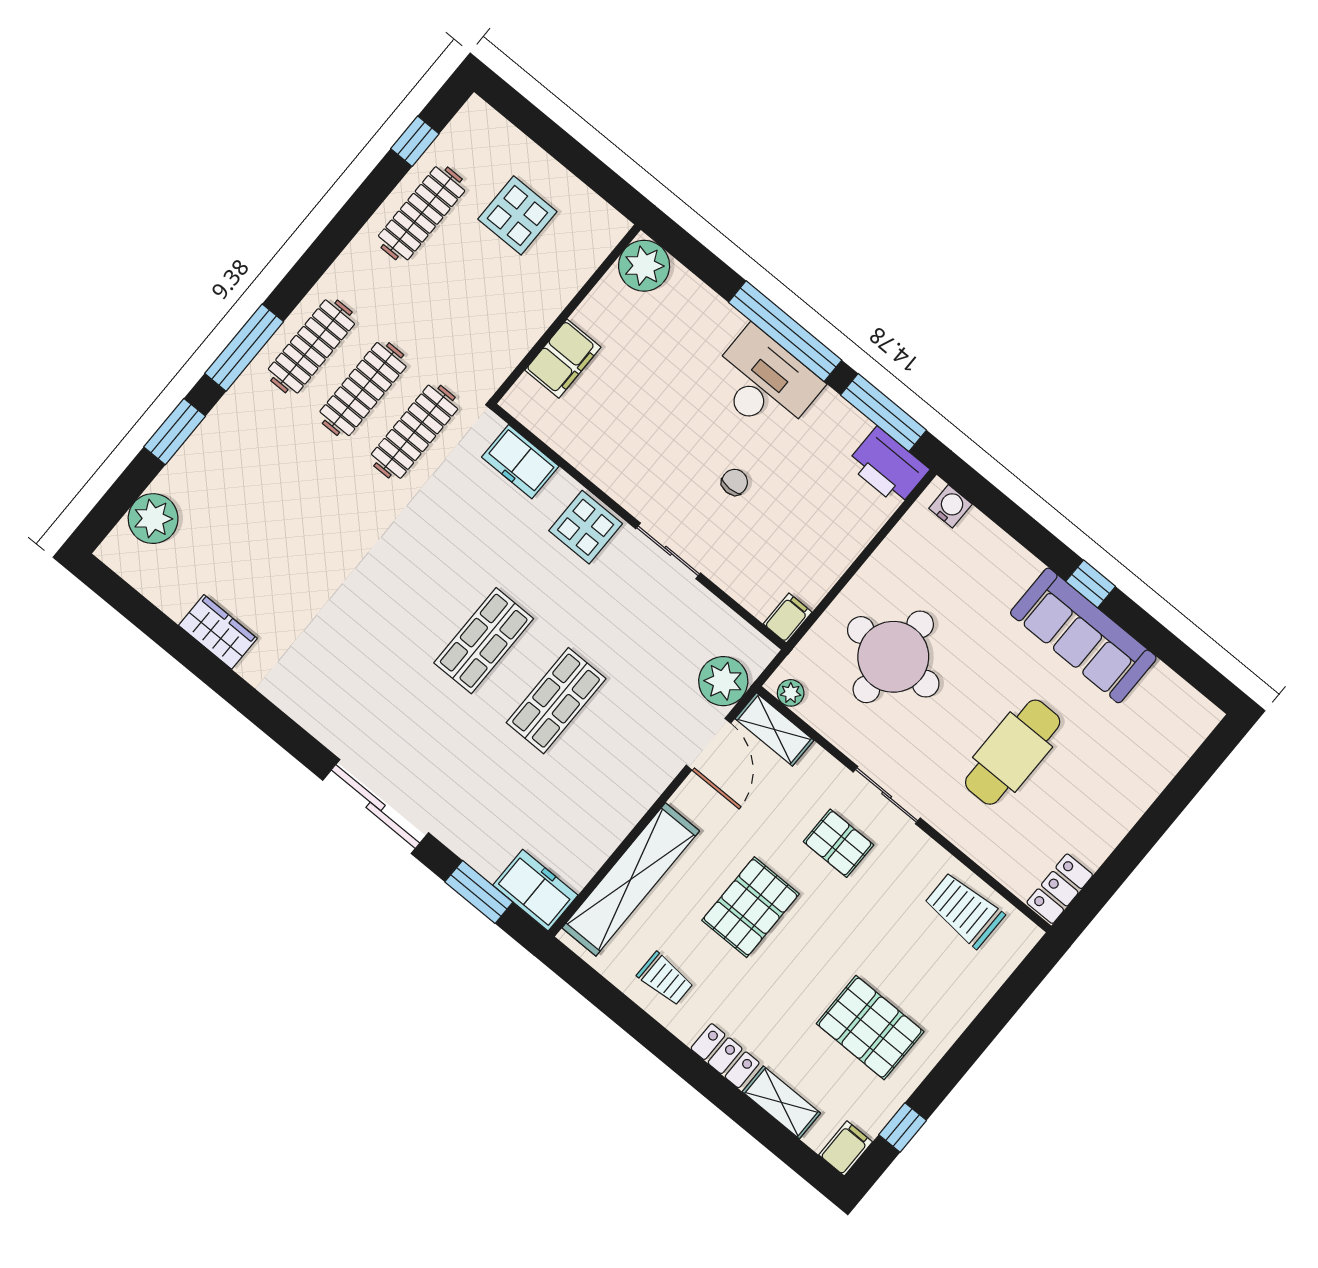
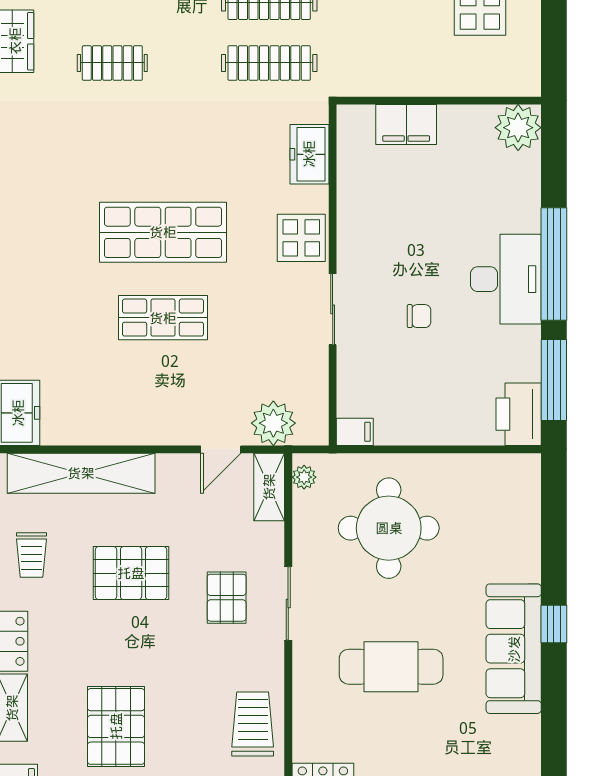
water cooler: (950, 506) -> (527, 481), removed
clothes rail: (304, 565) -> (112, 63), added
shop shelf: (484, 641) -> (163, 232), width x1.43, depth x1.36
door: (708, 744) -> (221, 449), width x0.73

